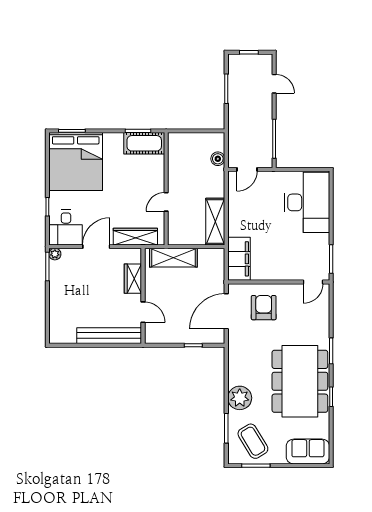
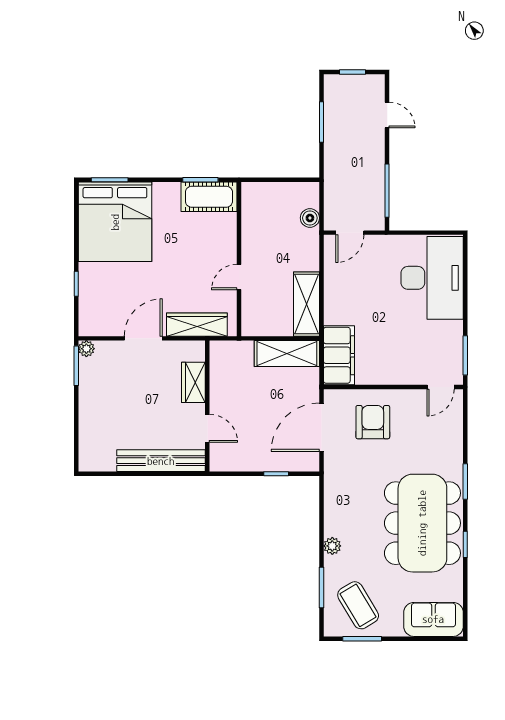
desk: (66, 227) -> (102, 312), removed
shelving: (173, 258) -> (287, 354), moved
plant: (240, 398) -> (332, 546), width x0.53, depth x0.53

